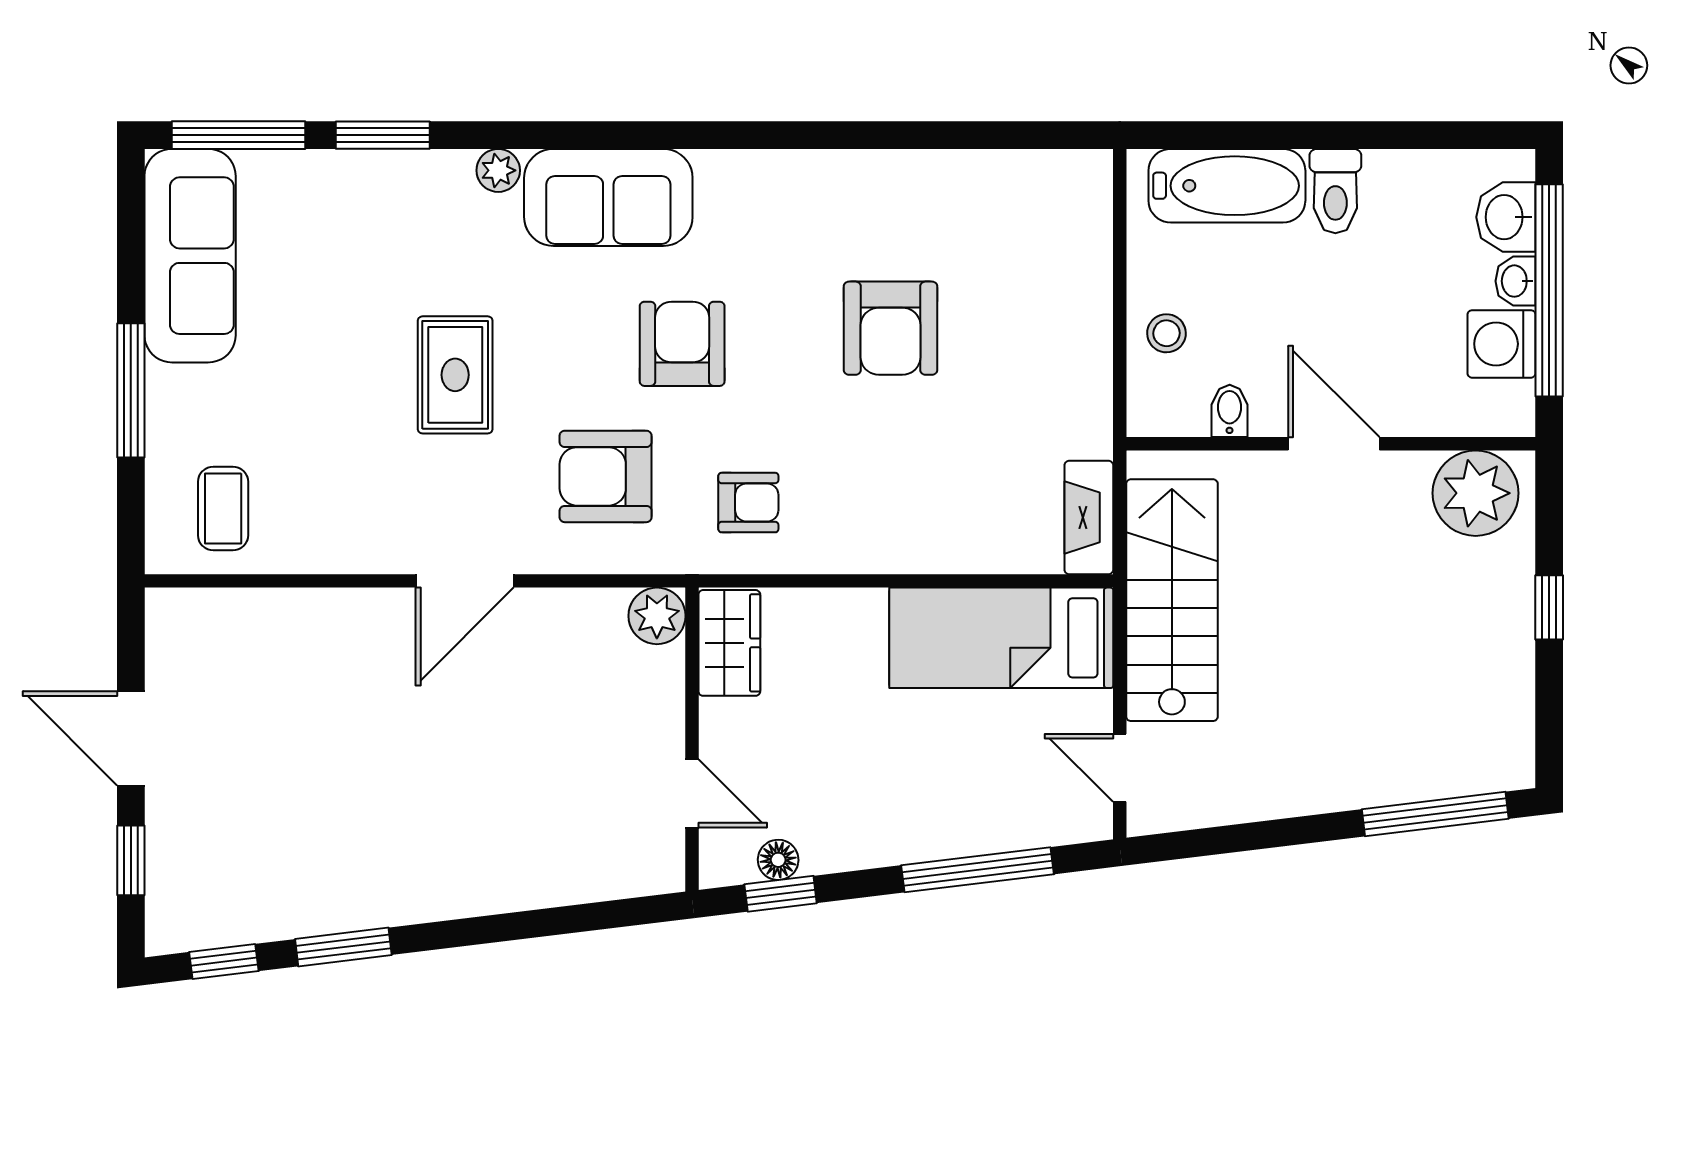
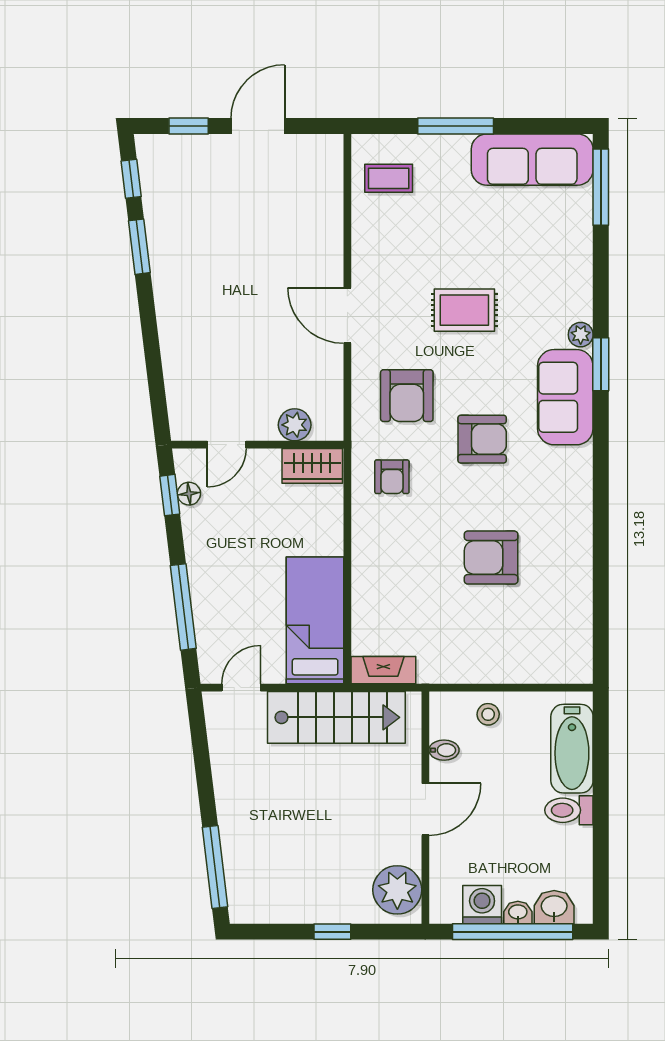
window: (383, 135) -> (601, 364), moved
armchair: (606, 476) -> (407, 396), turned 180
plant: (657, 616) -> (295, 425), moved

